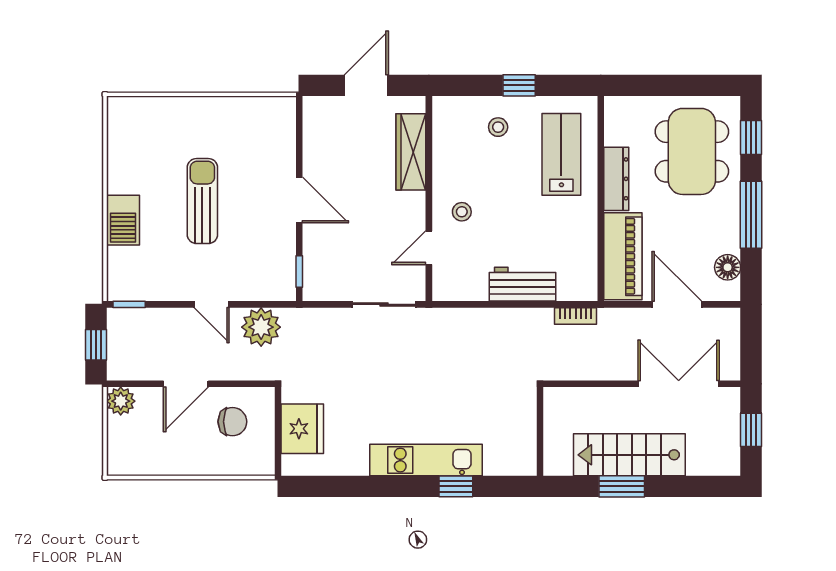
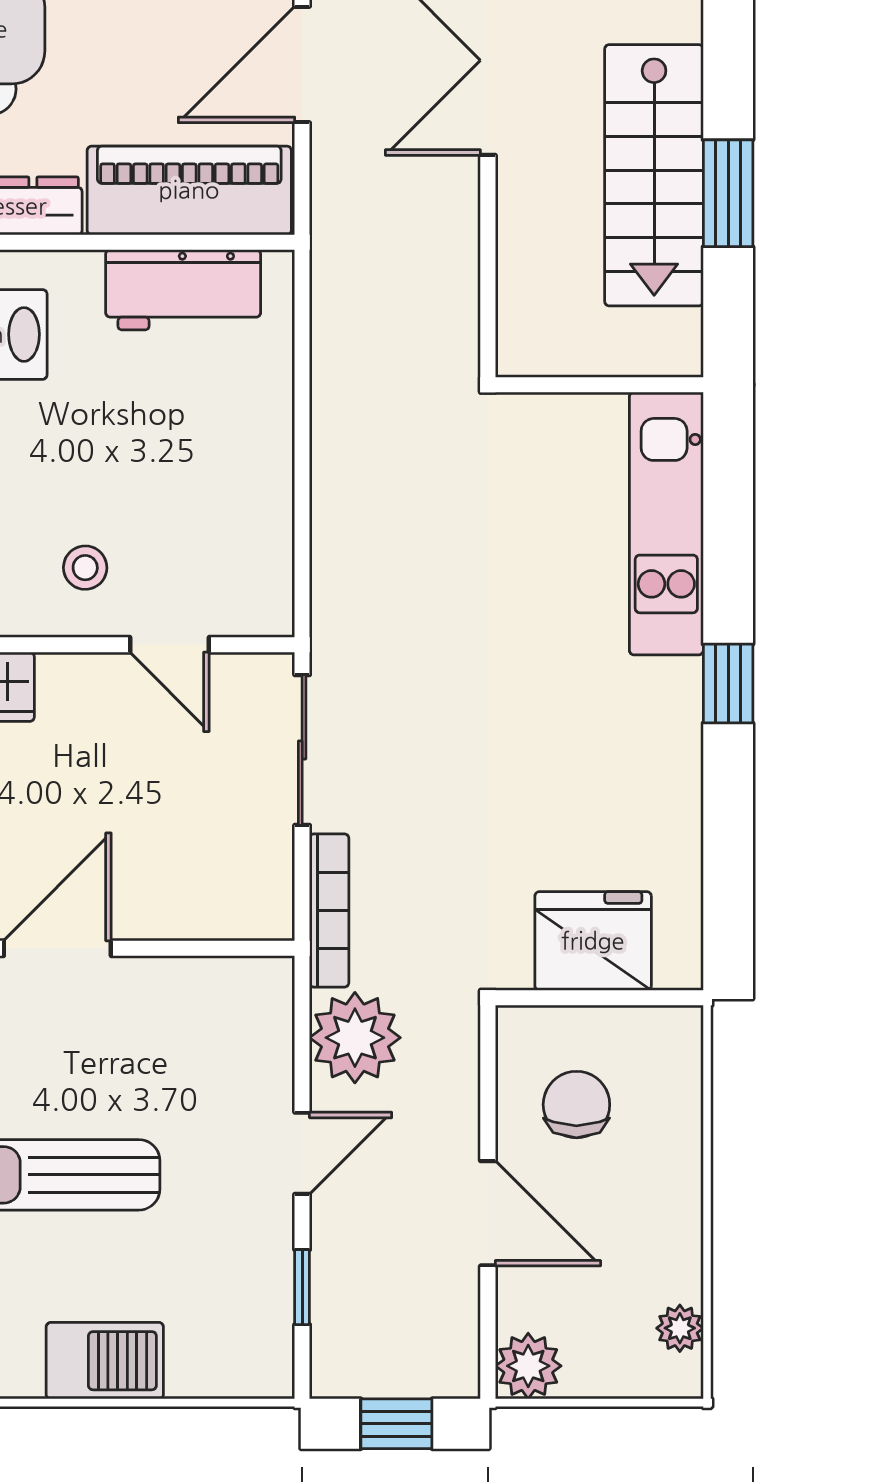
window: (299, 271) -> (225, 948), removed
workbench: (522, 284) -> (183, 290), moved, turned -90
window: (129, 304) -> (302, 1287), moved
bookcase: (576, 316) -> (329, 911), moved, width x1.56
kitchen unit: (426, 460) -> (666, 523), moved
plant: (137, 466) -> (680, 1328), added
window: (456, 486) -> (728, 684), moved

